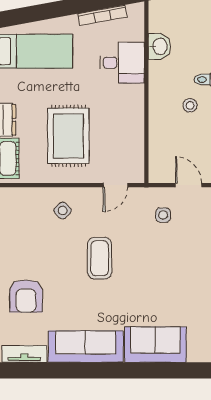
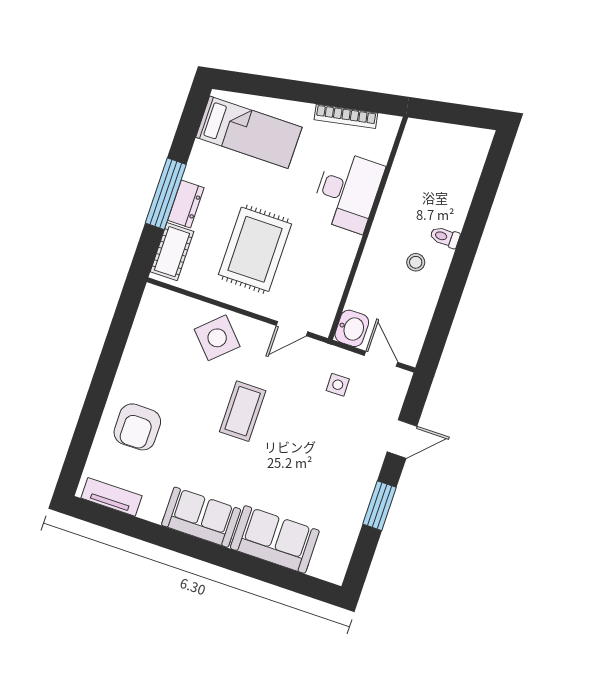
washbasin: (159, 46) -> (352, 328), moved
desk: (122, 63) -> (347, 192), width x1.37
side table: (63, 211) -> (217, 338), width x1.87, depth x1.87
sofa: (86, 347) -> (201, 517), width x0.73

